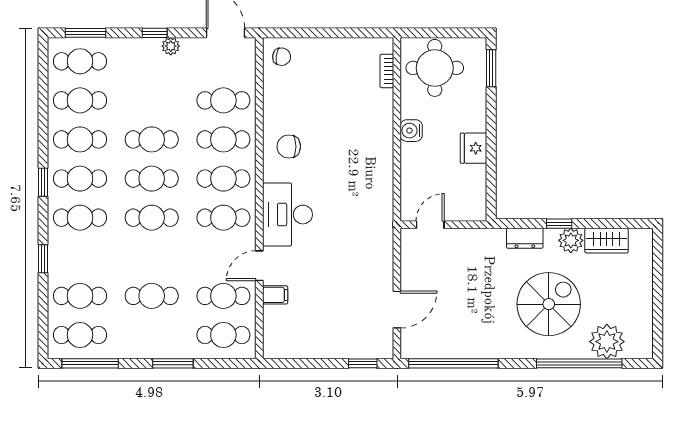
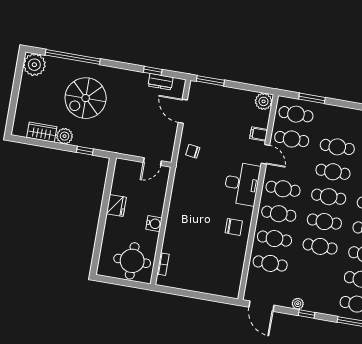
chair: (282, 57) -> (193, 151), moved
window: (491, 68) -> (96, 254), removed
window: (559, 224) -> (85, 151), moved
dresser: (525, 238) -> (161, 82), moved, turned 180
cafe table: (152, 257) -> (333, 172), added
door: (259, 266) -> (265, 154), hinge flipped
door: (397, 310) -> (183, 111), hinge flipped
plant: (607, 342) -> (34, 65), moved
plant: (276, 346) -> (264, 101), added
window: (173, 363) -> (312, 98), moved
window: (363, 363) -> (210, 81), width x1.50
window: (453, 363) -> (153, 71), width x0.32

